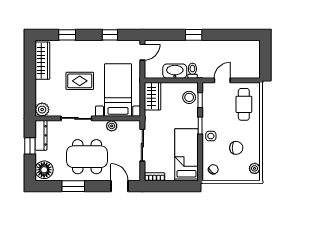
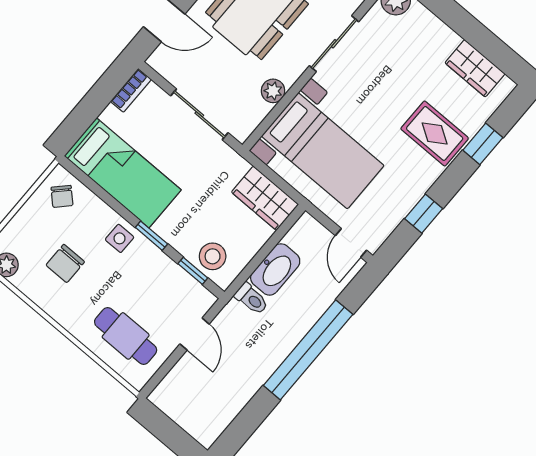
window: (194, 35) -> (308, 350), width x3.17
wardrobe: (42, 61) -> (475, 68), width x0.67
rug: (80, 81) -> (435, 133), moved, turned 90

